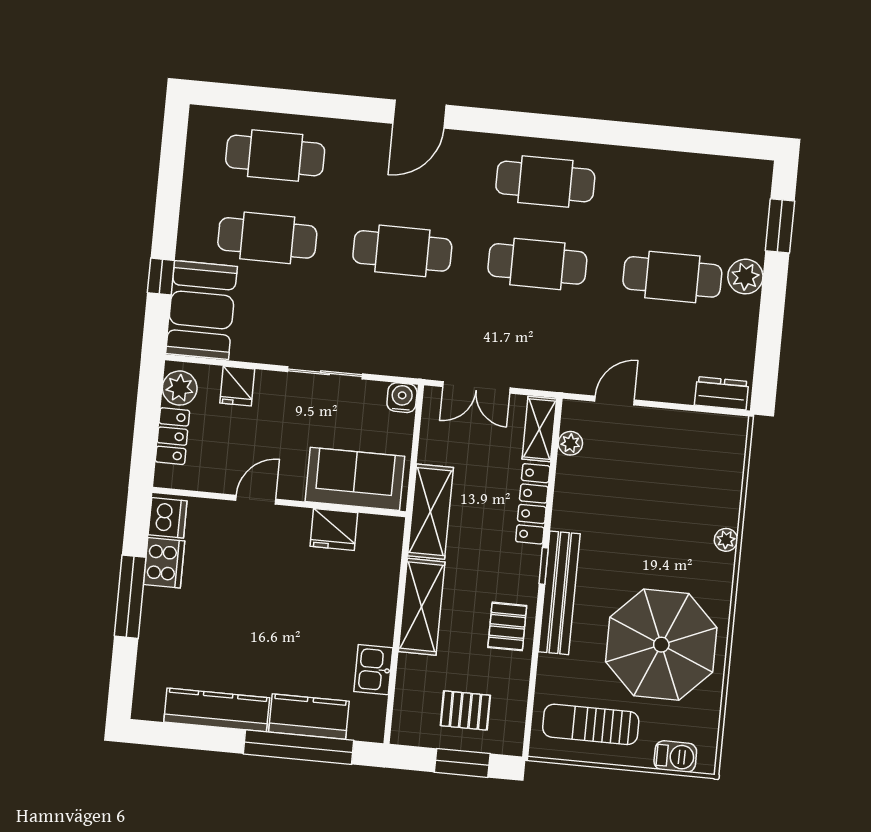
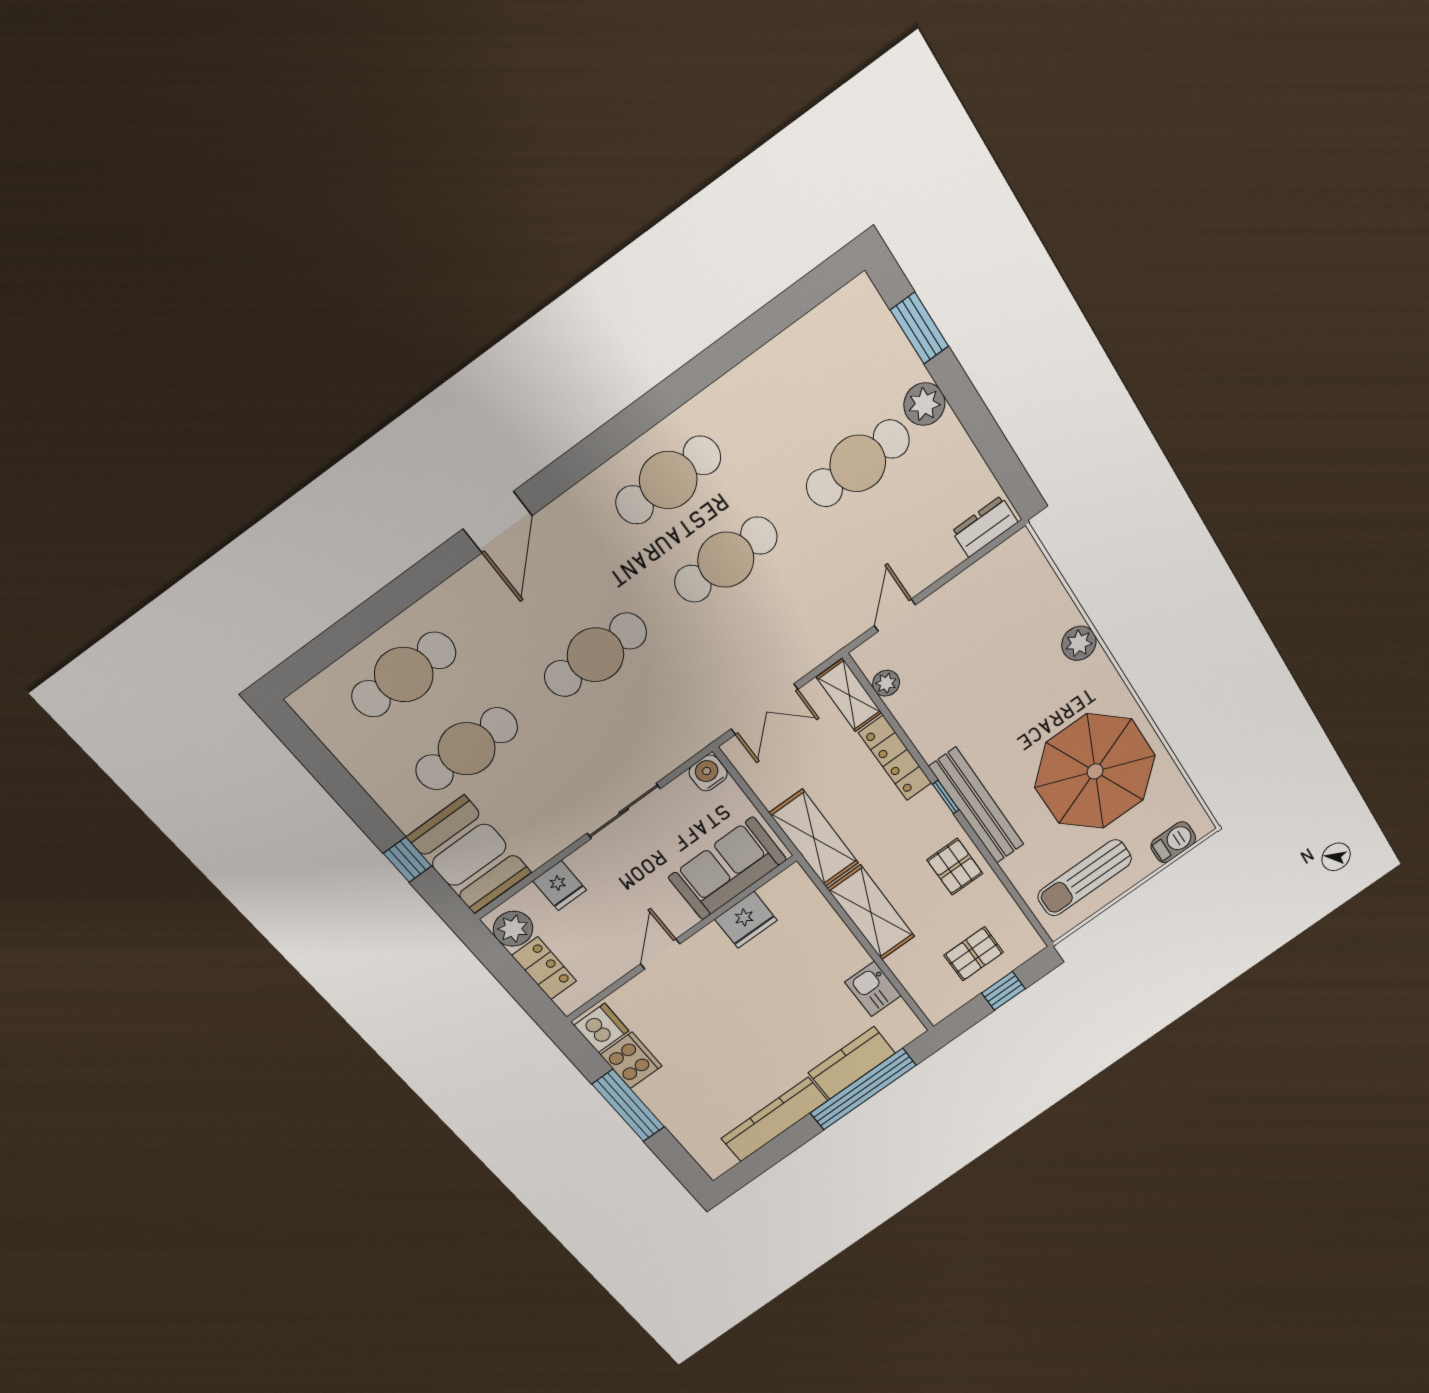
plant: (726, 540) -> (1079, 643), width x1.38, depth x1.38
window: (462, 763) -> (1003, 991), width x0.67

